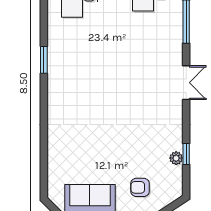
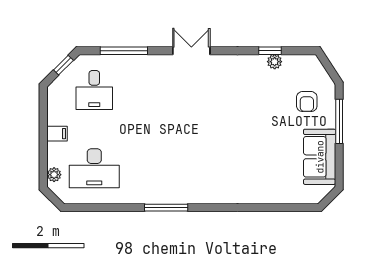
window: (44, 60) -> (166, 208), width x1.44

